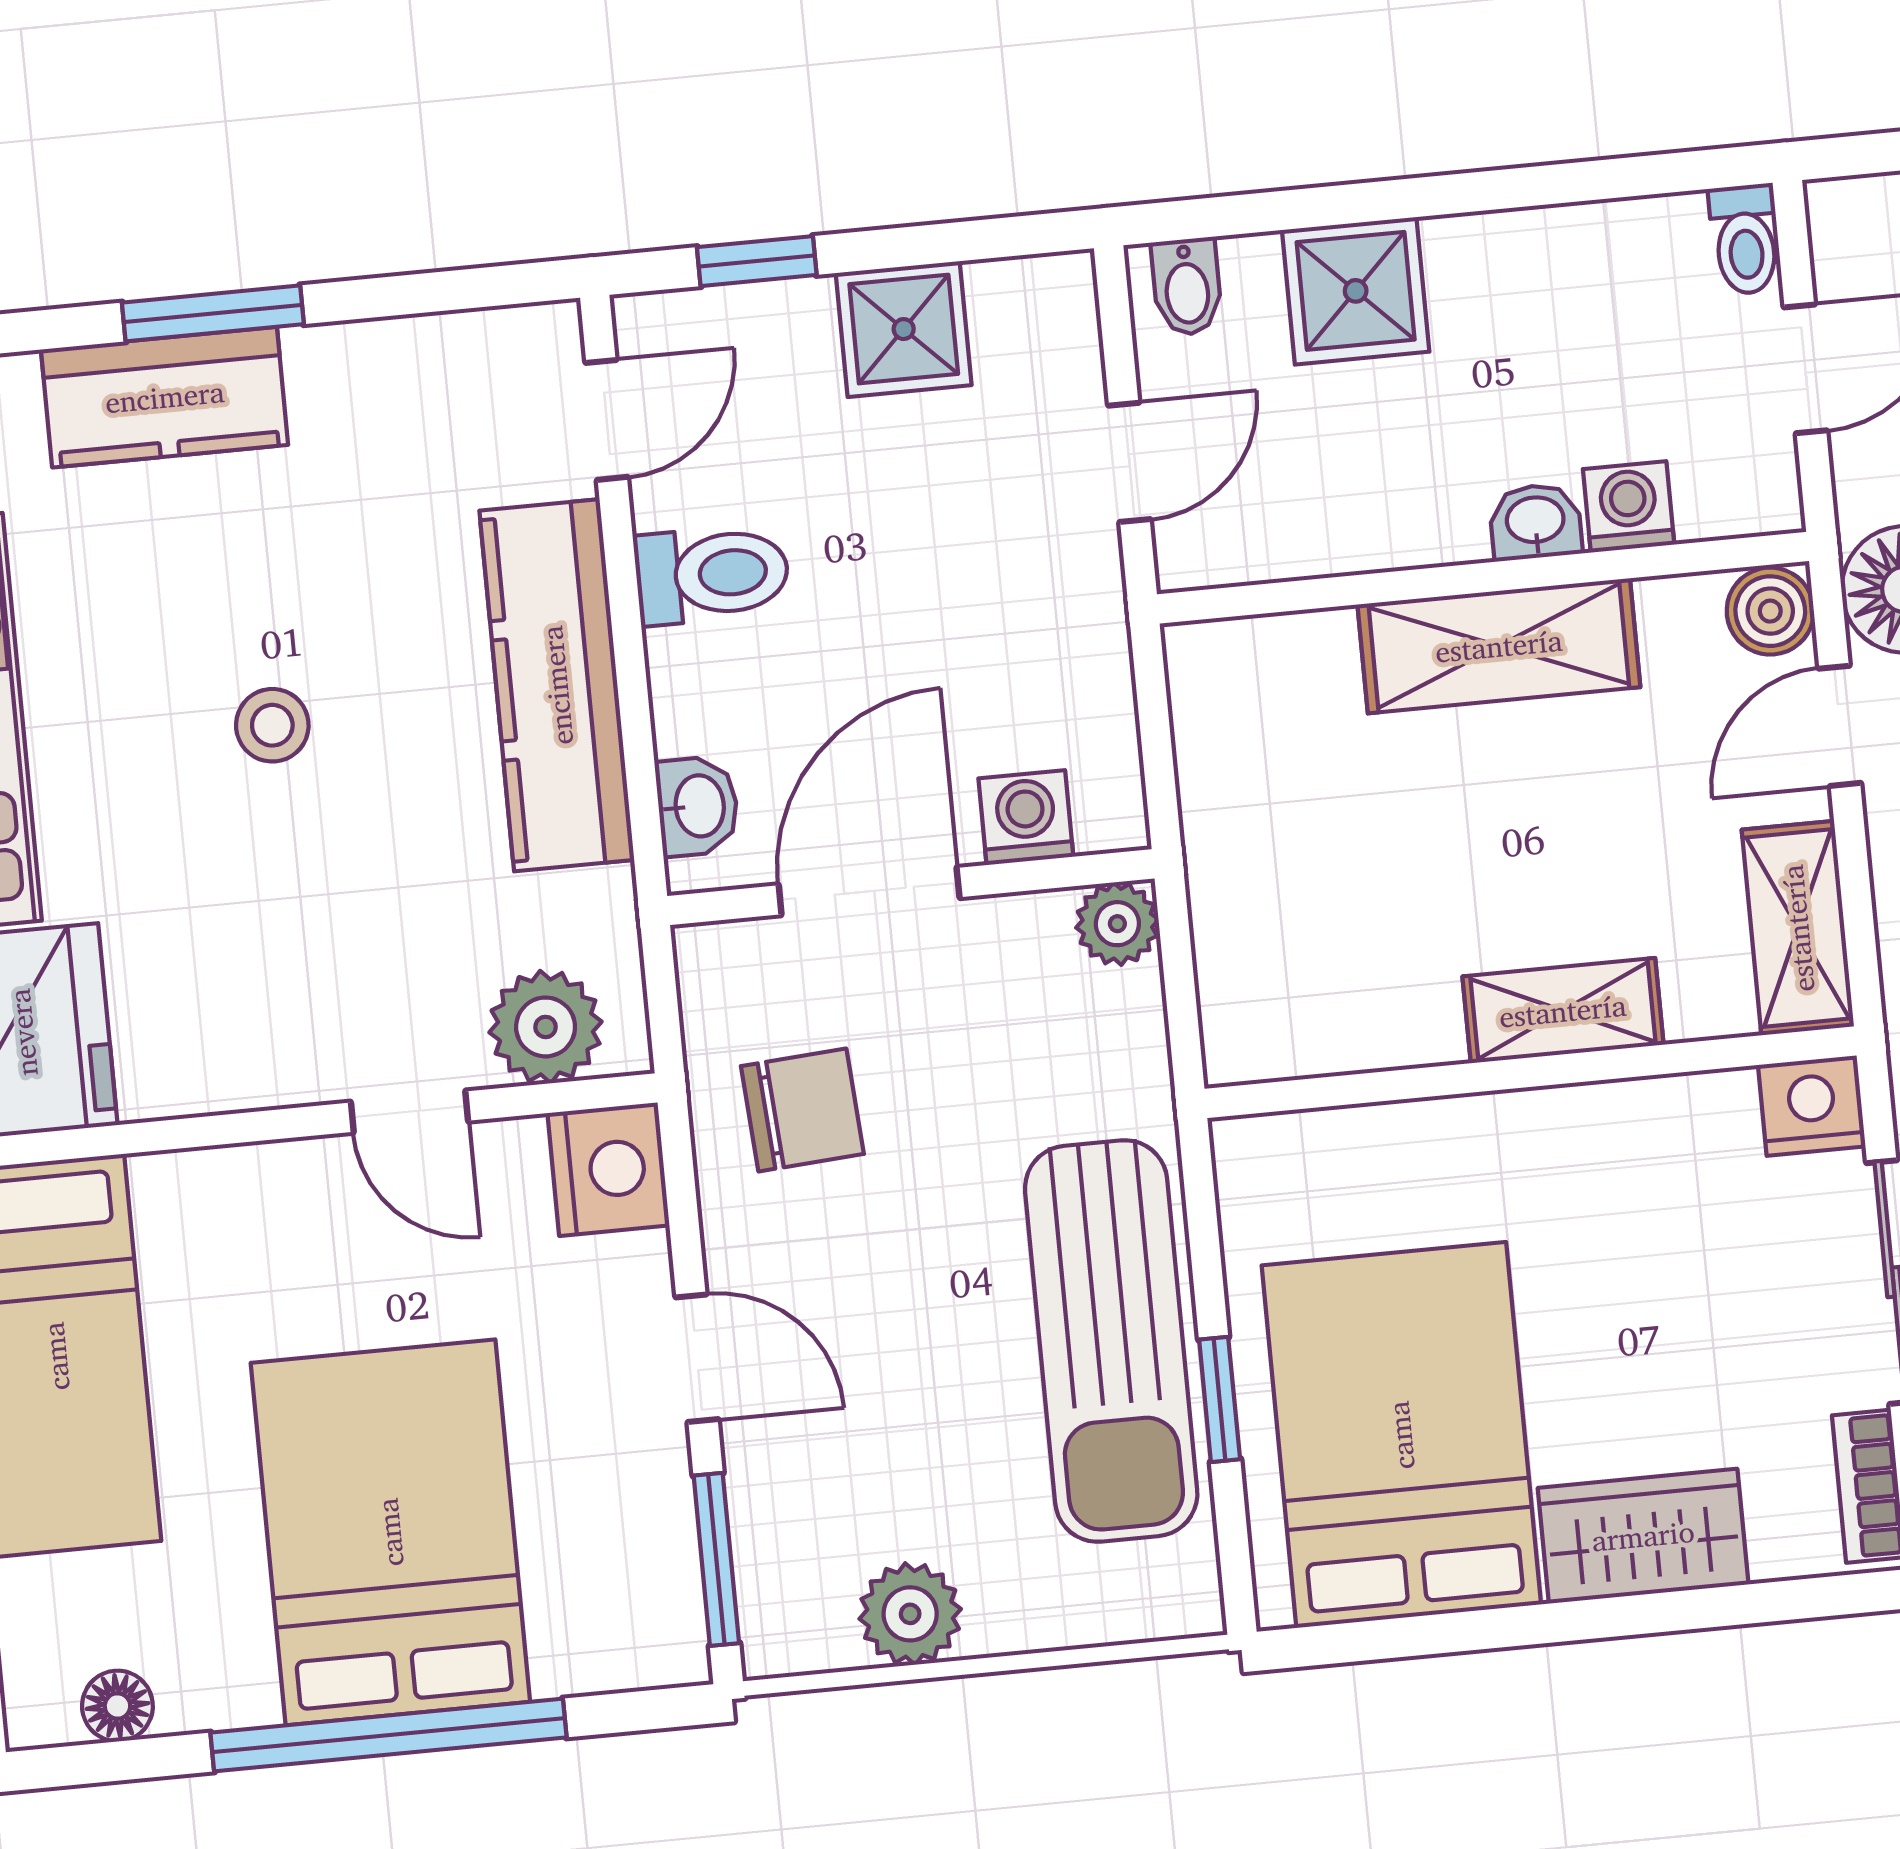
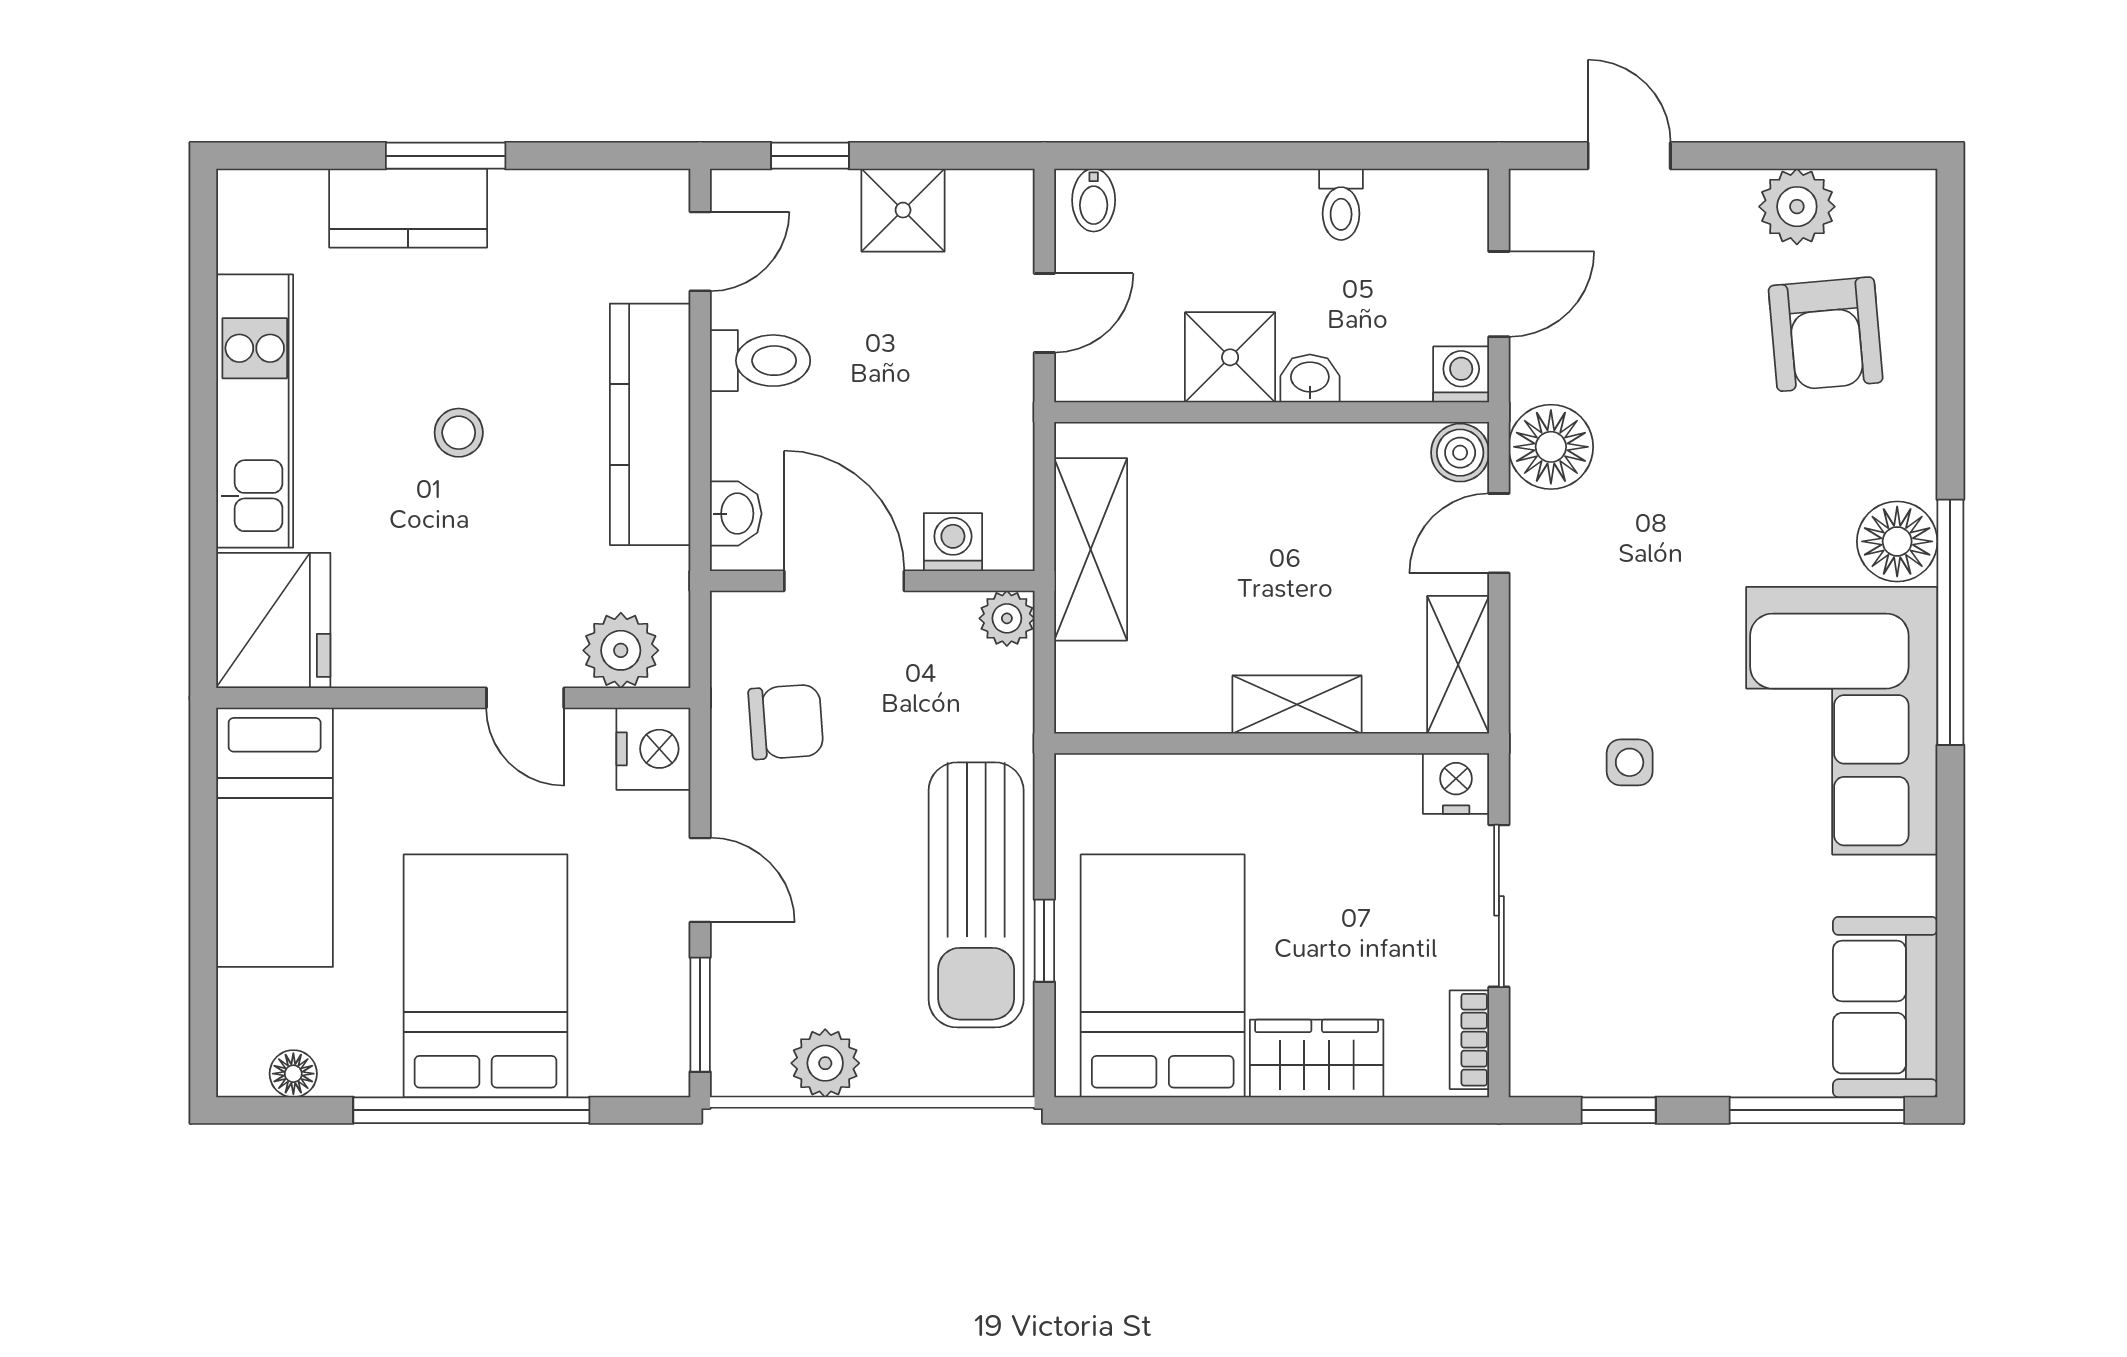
toilet: (1745, 239) -> (1341, 204), moved
shower: (1356, 291) -> (1230, 357), moved
washing machine: (1629, 507) -> (1461, 374), moved
shelving: (1499, 646) -> (1091, 549), moved, turned 90
door: (869, 891) -> (844, 581), hinge flipped

